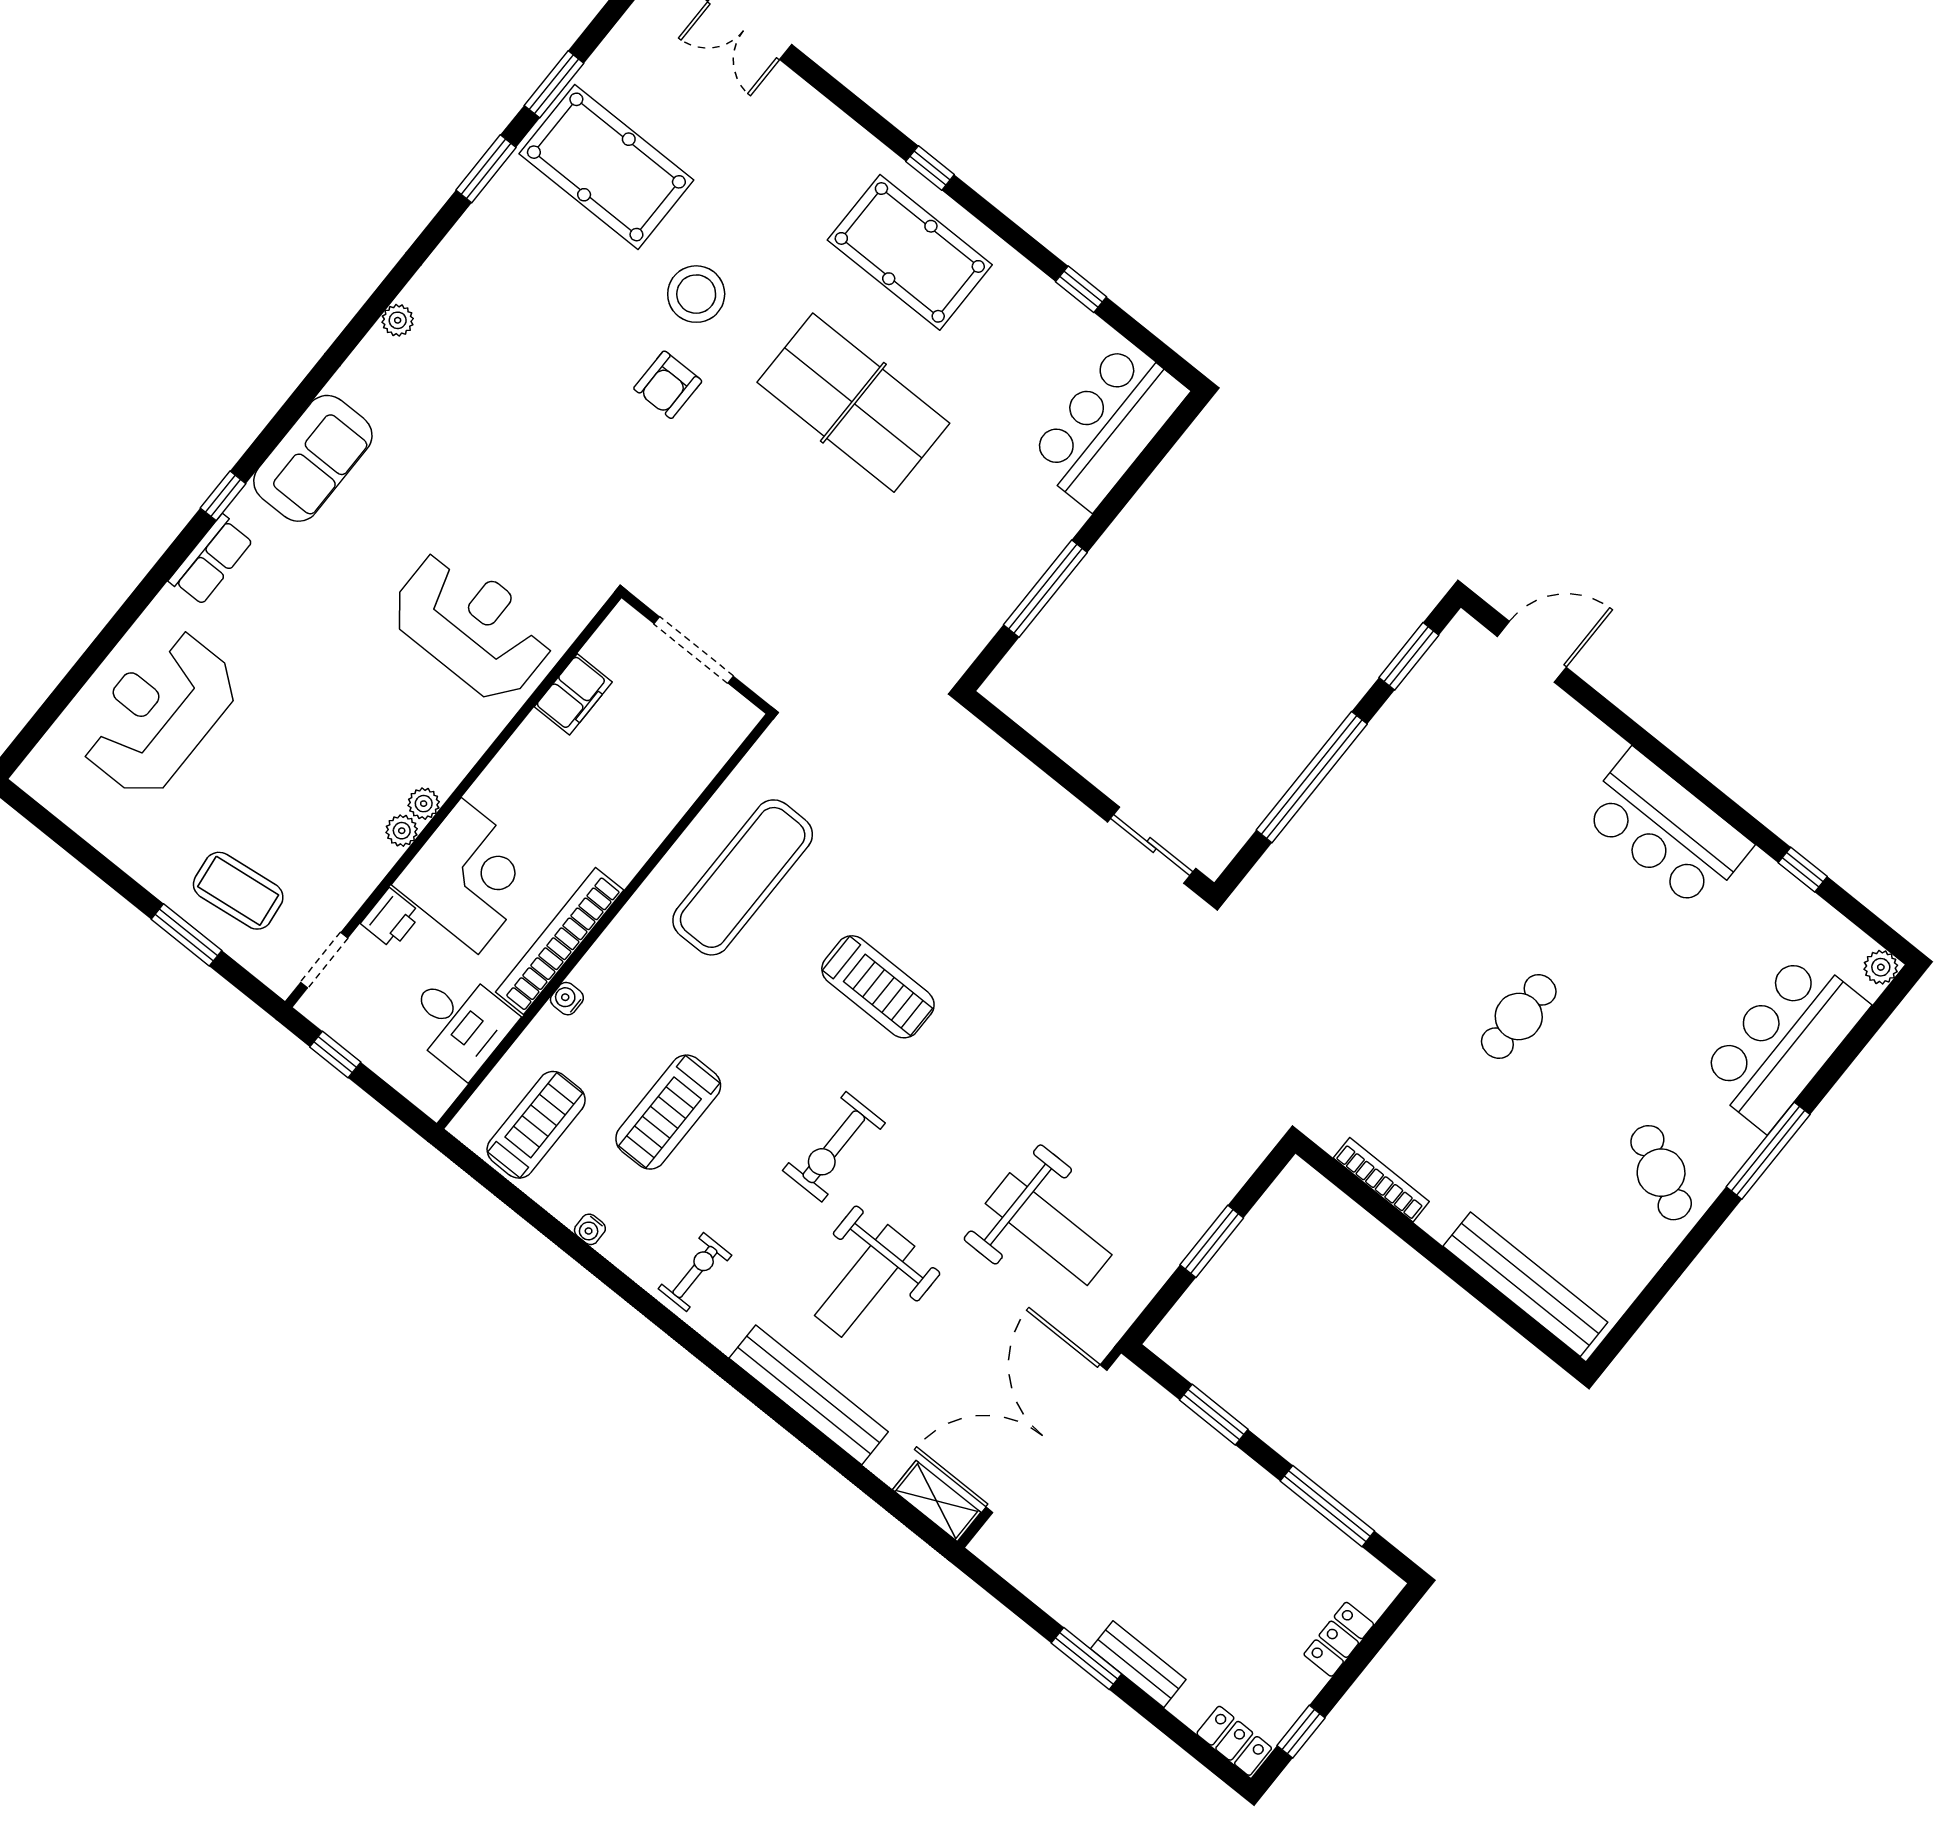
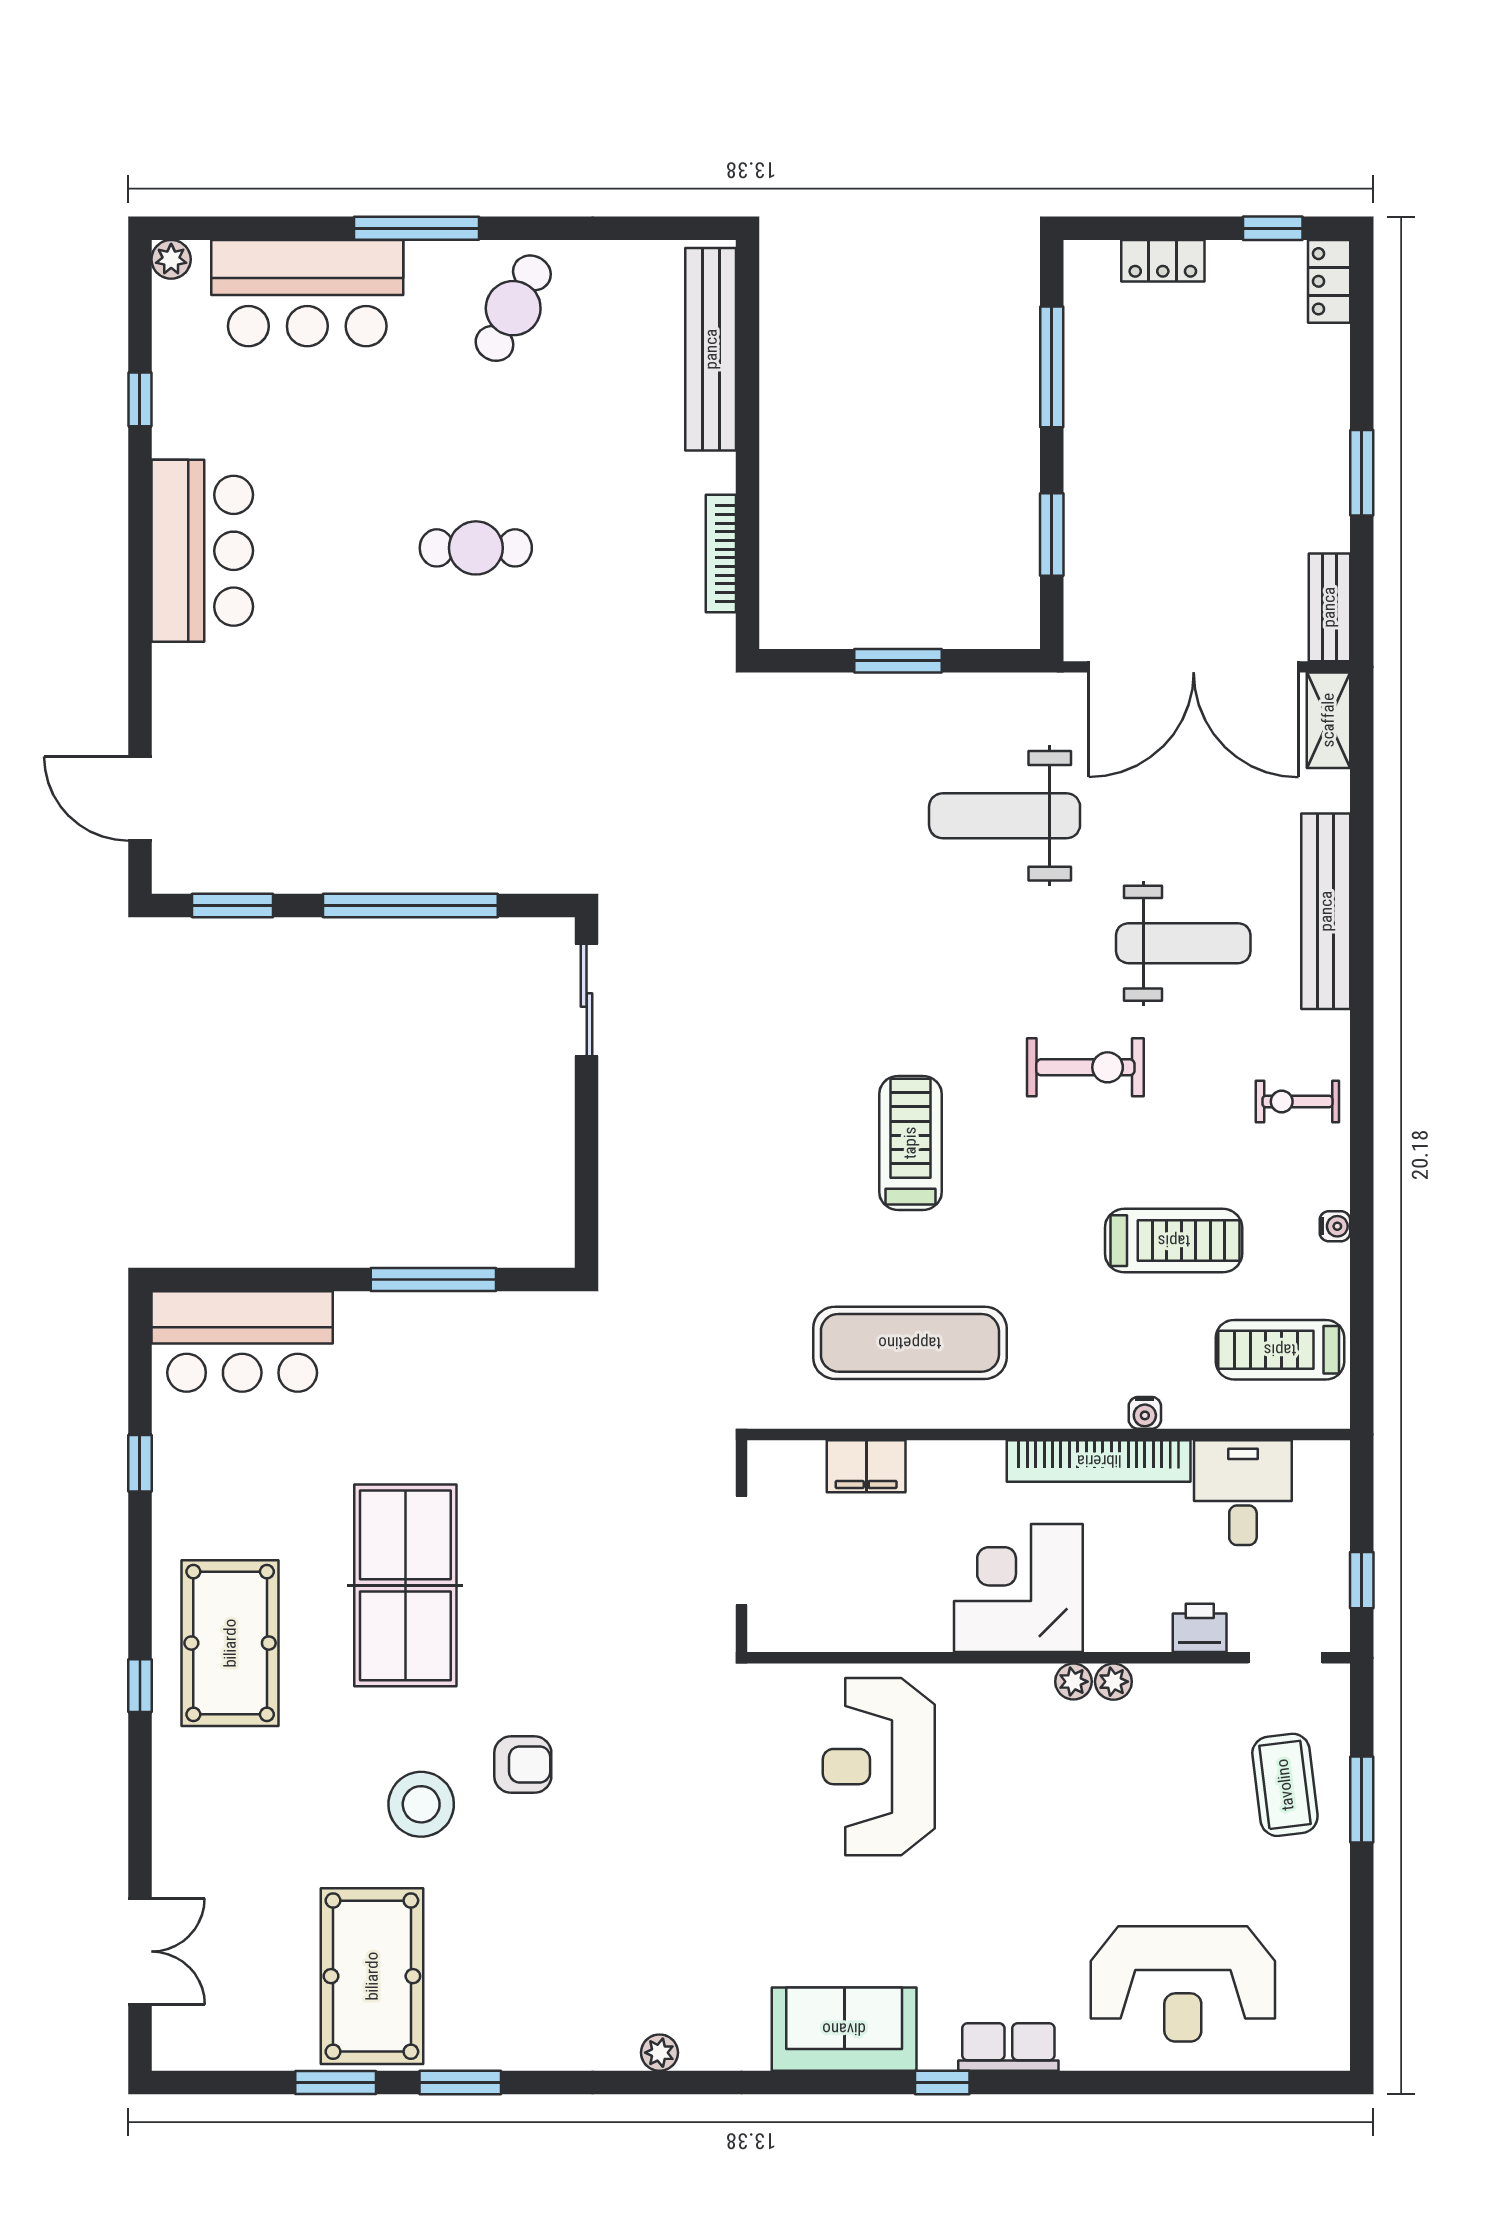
filing cabinet: (573, 694) -> (866, 1466), moved, turned 180
corner desk: (470, 876) -> (1018, 1588), moved
weight bench: (1049, 1229) -> (1005, 816), turned -90
bench: (1138, 1664) -> (1329, 607), moved

